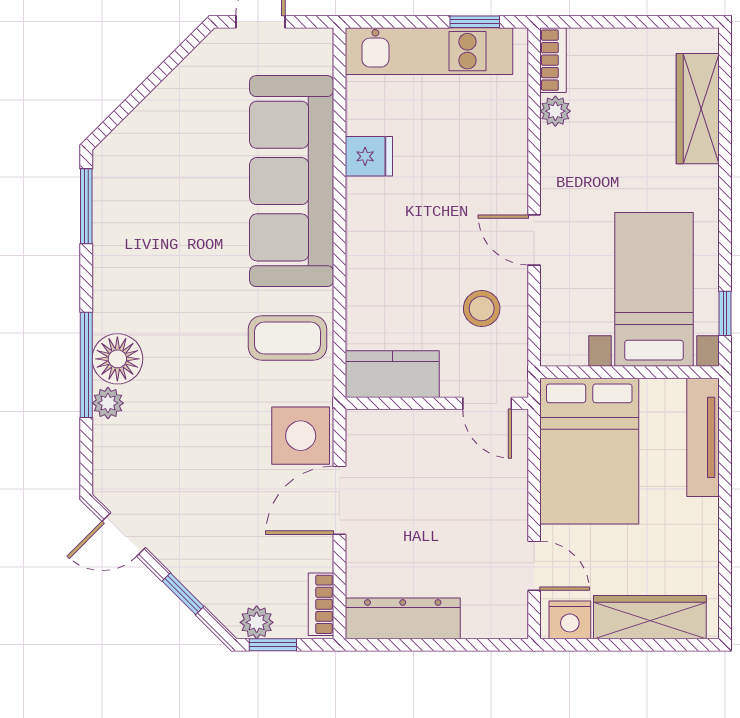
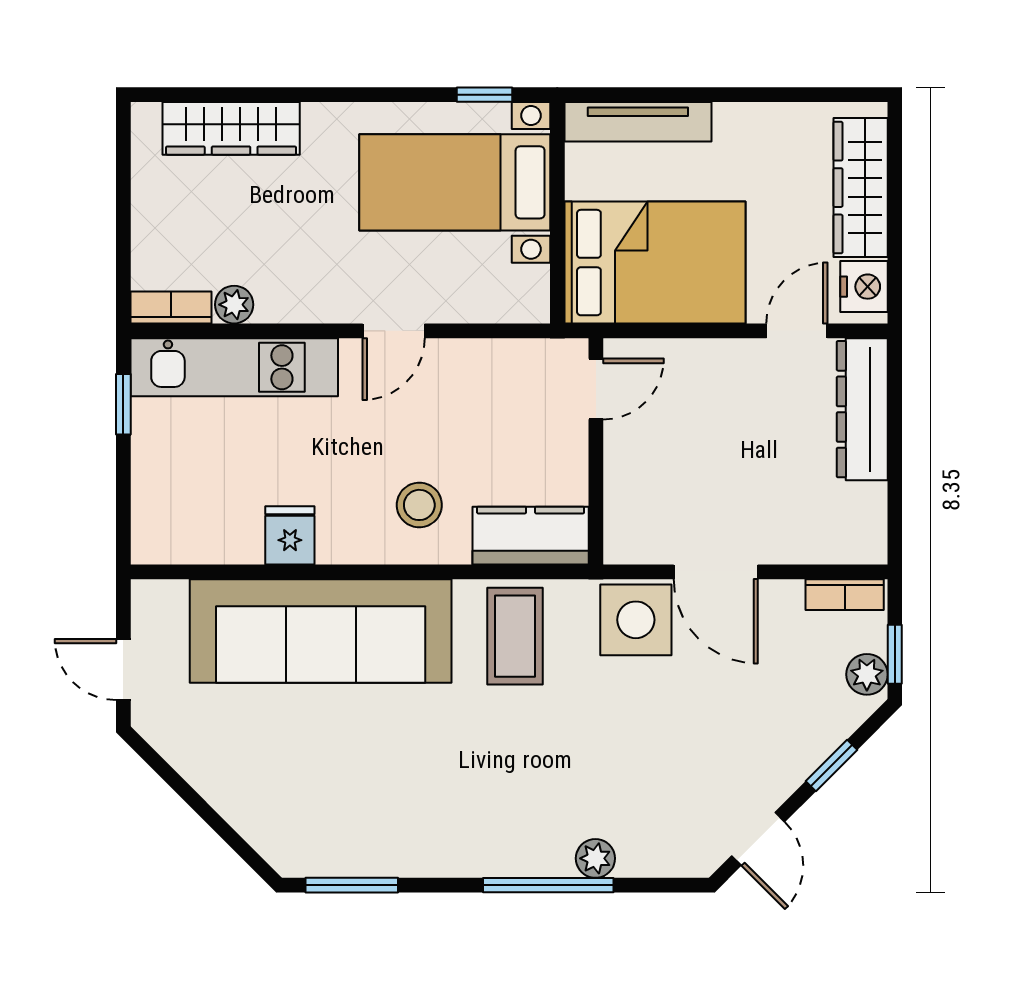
kitchen unit: (429, 51) -> (234, 367), moved, turned 90
stool: (482, 309) -> (419, 505), moved
floor lamp: (117, 359) -> (541, 847), removed
kitchen counter: (392, 374) -> (531, 536), moved, turned 90
dresser: (403, 618) -> (862, 409), moved

